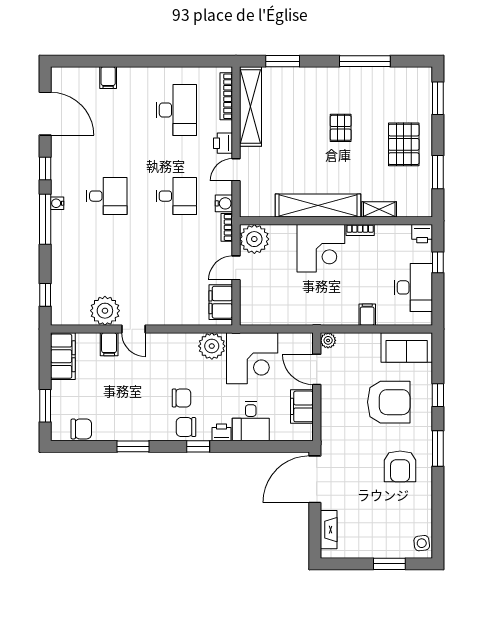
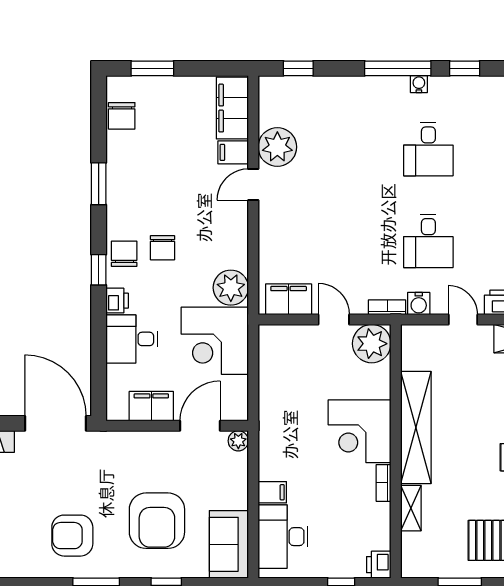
desk: (413, 287) -> (283, 537), moved, turned 90
filing cabinet: (63, 356) -> (232, 108), moved, turned 90

